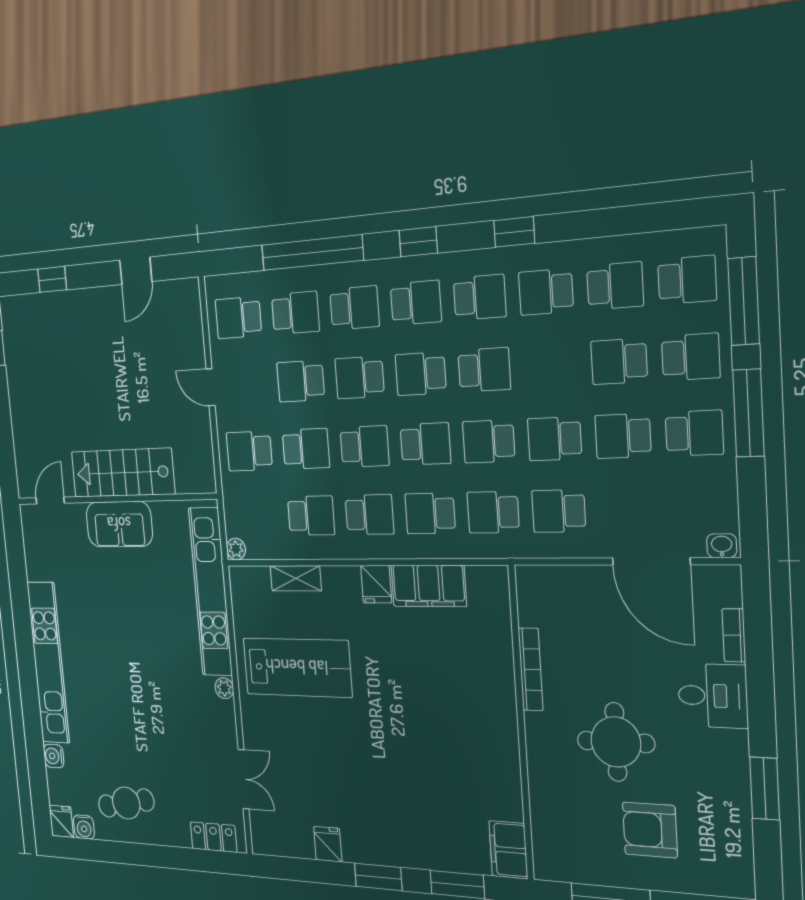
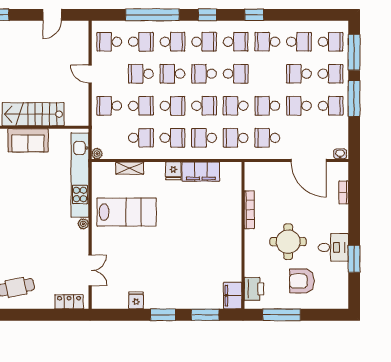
desk: (713, 696) -> (333, 247), moved
printer: (550, 839) -> (254, 289), added

